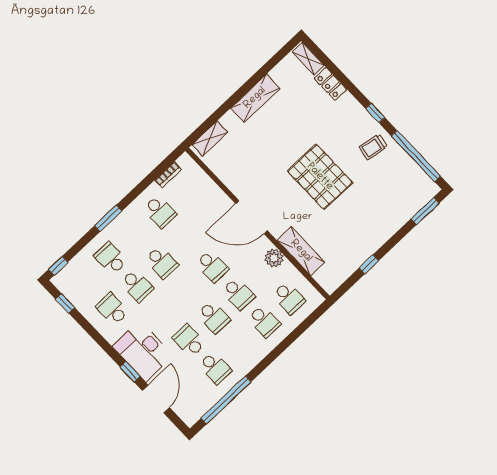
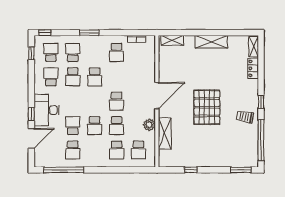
door: (252, 217) -> (157, 96), swing flipped
school desk: (86, 282) -> (51, 52), added

